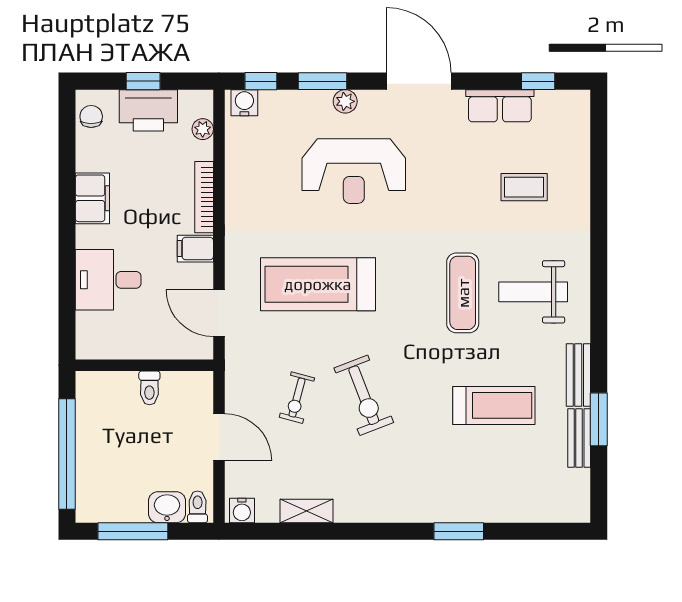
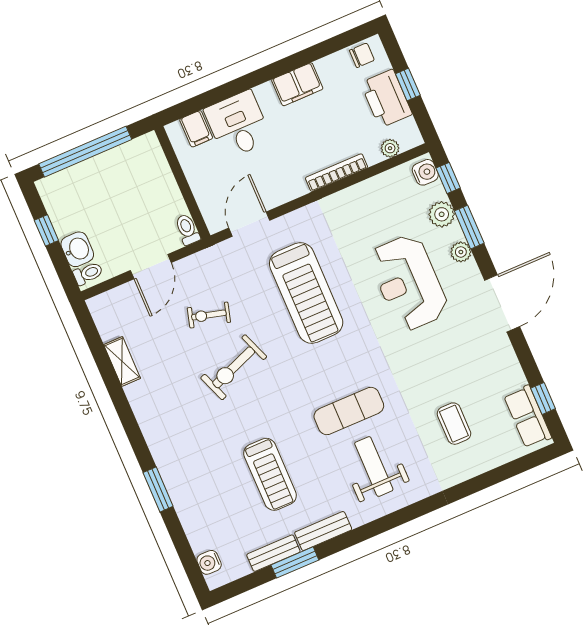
plant: (296, 105) -> (442, 214), added
row of seats: (500, 106) -> (528, 417), moved
filing cabinet: (195, 249) -> (196, 129), moved, turned 180
treadmill: (318, 284) -> (306, 293), turned 180
toilet: (149, 388) -> (187, 229), moved, turned 90
water cooler: (242, 510) -> (209, 562), moved
window: (133, 531) -> (46, 230), width x0.46

